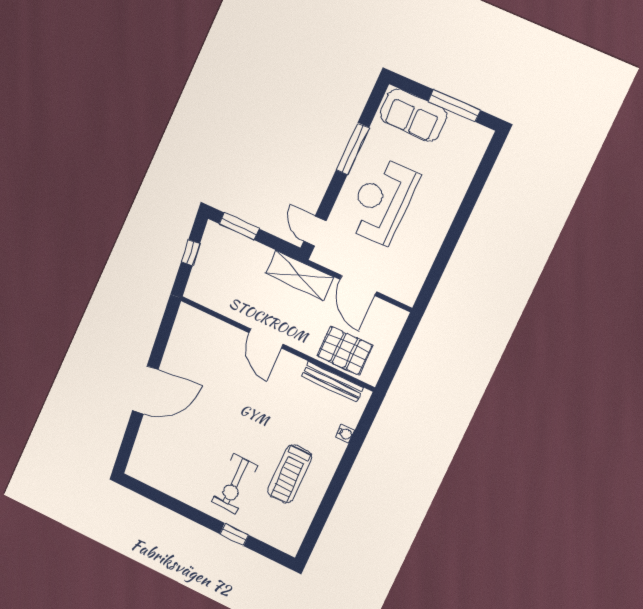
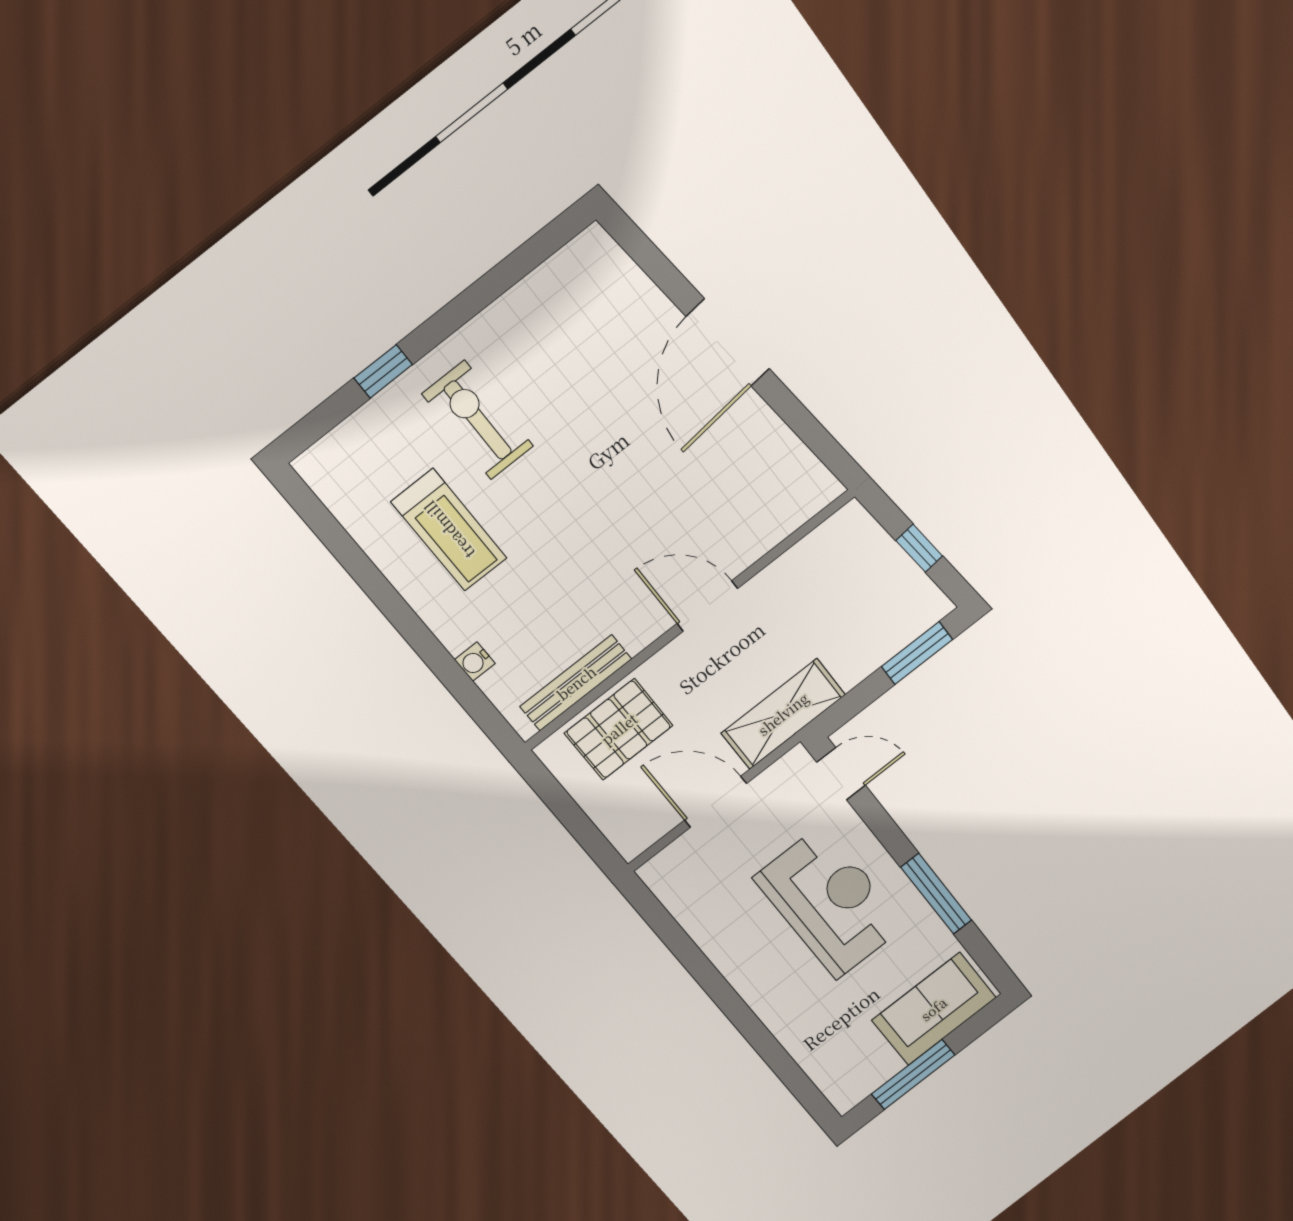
treadmill: (290, 474) -> (449, 530), turned 180

